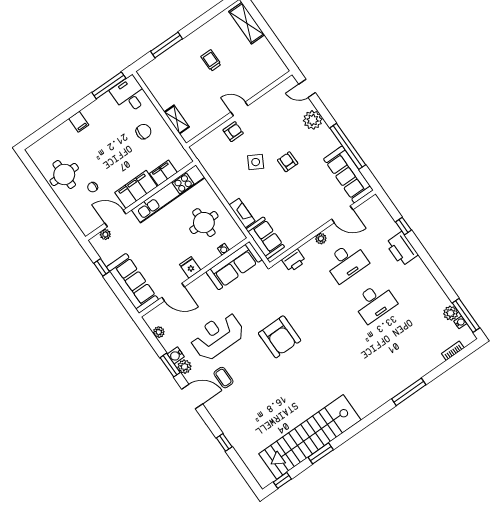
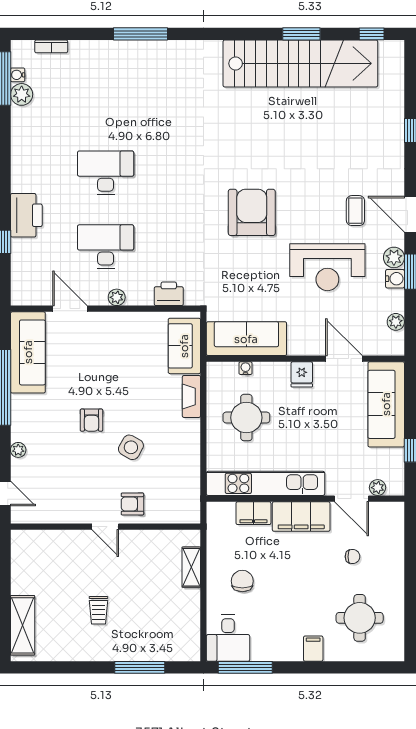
plant: (313, 120) -> (18, 450), width x0.53, depth x0.53
chair: (144, 132) -> (242, 581), turned 90
round table: (64, 174) -> (360, 618), moved

